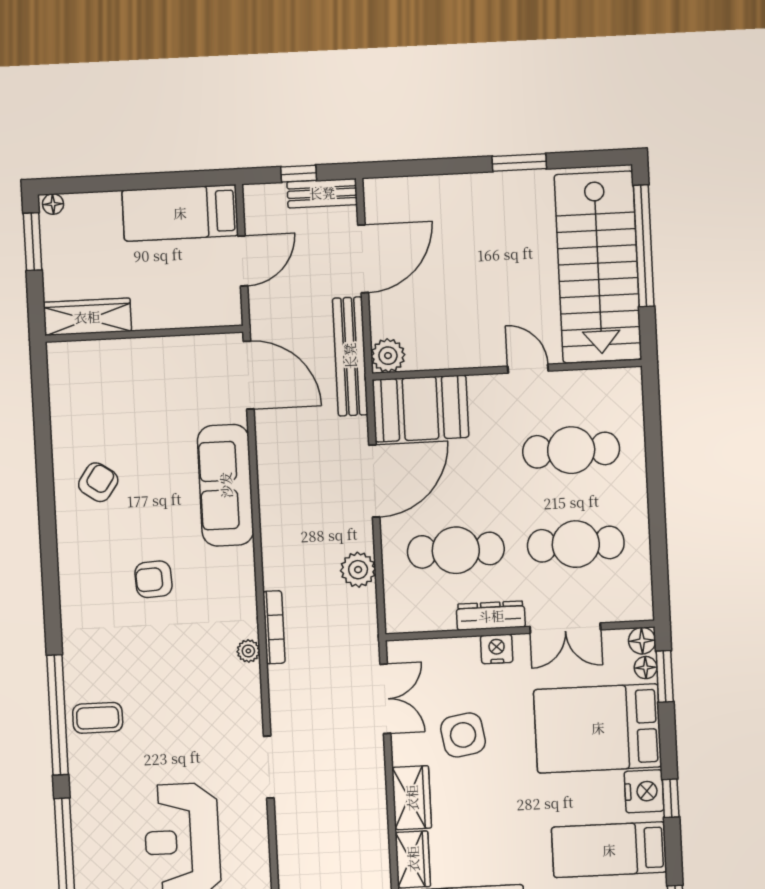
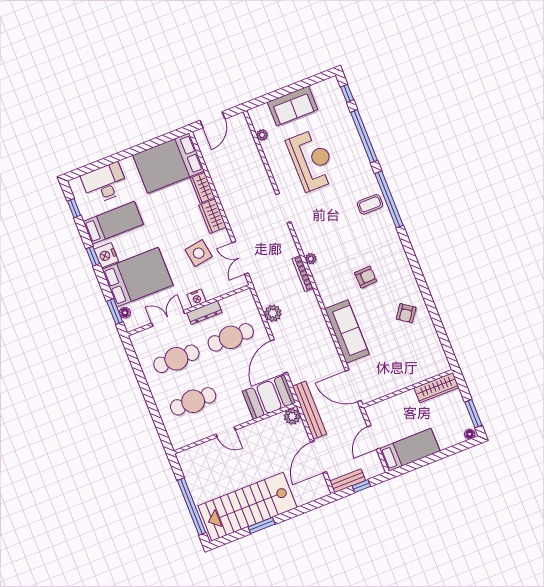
stairs: (598, 267) -> (248, 507), moved, turned -90
floor lamp: (642, 641) -> (131, 325), removed

